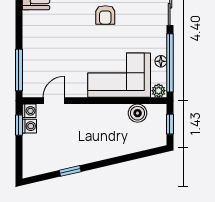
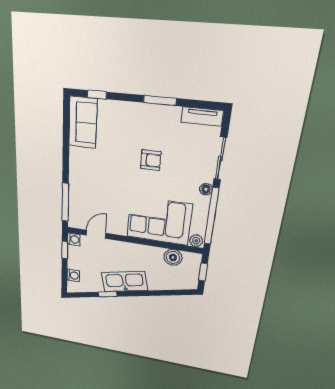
armchair: (105, 15) -> (151, 160), turned -90
floor lamp: (161, 61) -> (206, 189), moved
washing machine: (29, 126) -> (73, 275), moved
kitchen sink: (88, 151) -> (124, 282), added

